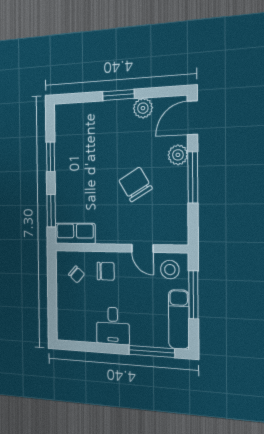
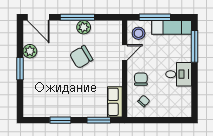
plant: (178, 155) -> (84, 27), moved

